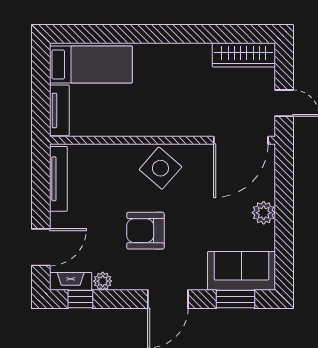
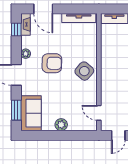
door: (241, 140) -> (99, 113), width x0.53
armchair: (145, 231) -> (52, 63), turned 91
plant: (103, 281) -> (26, 54), moved

